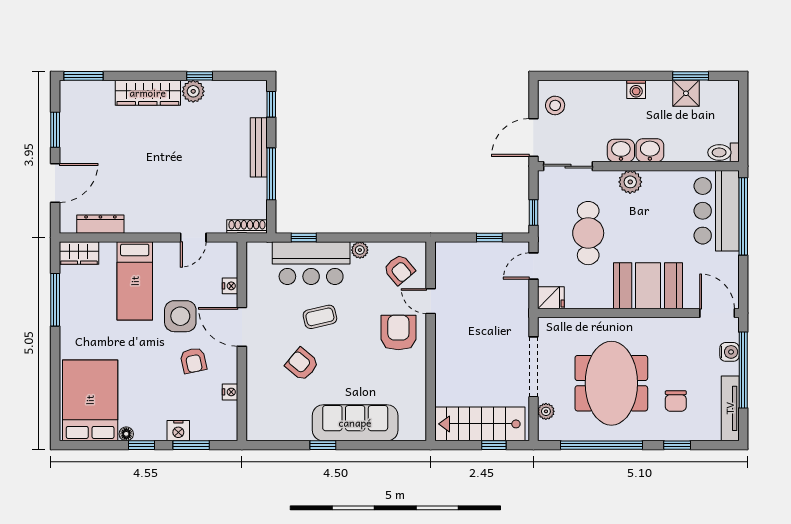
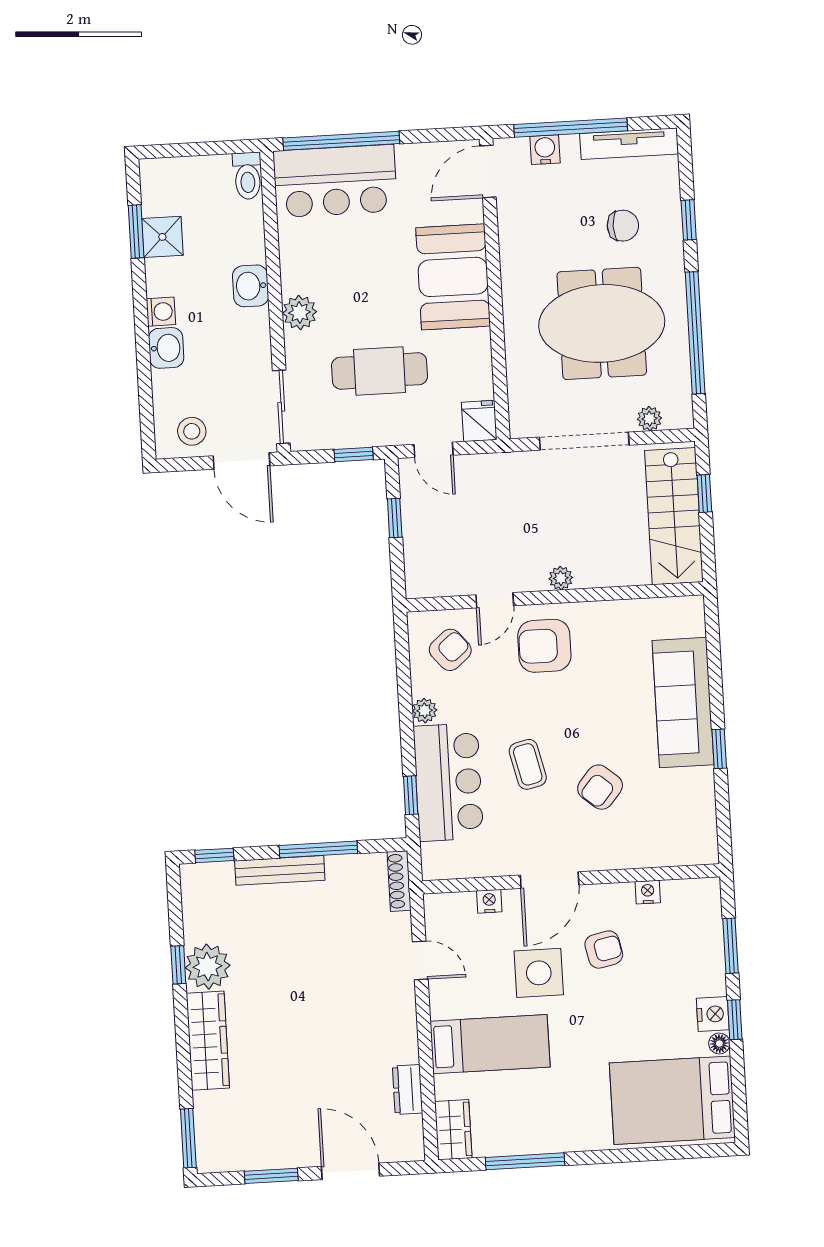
plant: (193, 91) -> (208, 967), width x1.36, depth x1.36
washbasin: (621, 151) -> (166, 348), moved, turned 180
dresser: (100, 224) -> (408, 1089), width x0.70
plant: (443, 346) -> (561, 578), added
nightstand: (178, 431) -> (713, 1014), moved

